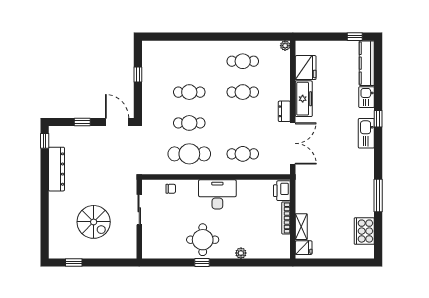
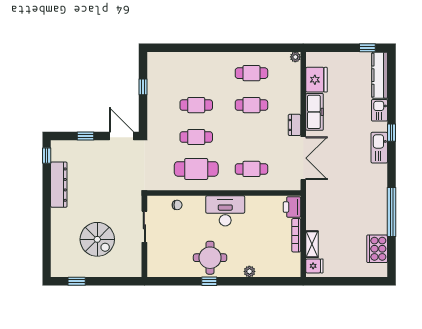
window: (378, 195) -> (391, 212), width x1.46

